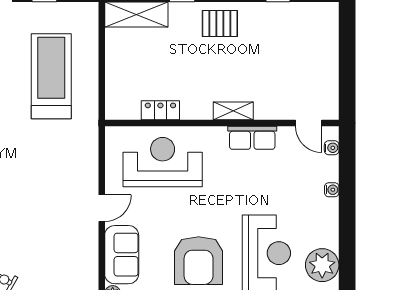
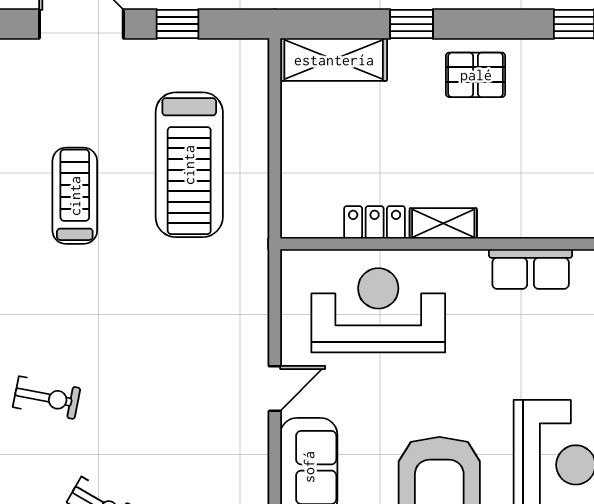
treadmill: (51, 76) -> (189, 165), turned 180
shelving: (233, 111) -> (443, 223), moved

